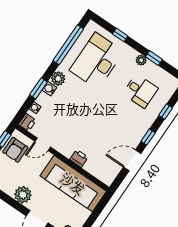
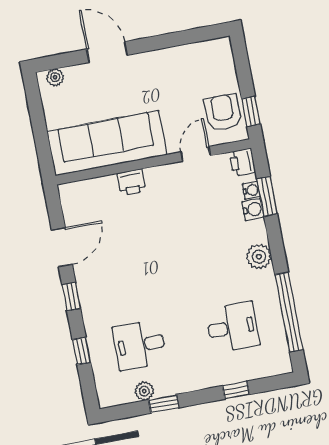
plant: (141, 60) -> (144, 391), moved
desk: (97, 61) -> (233, 327), width x0.53, depth x0.77
window: (38, 88) -> (267, 196), moved
water cooler: (49, 89) -> (253, 209), moved
plant: (23, 195) -> (156, 65), removed

